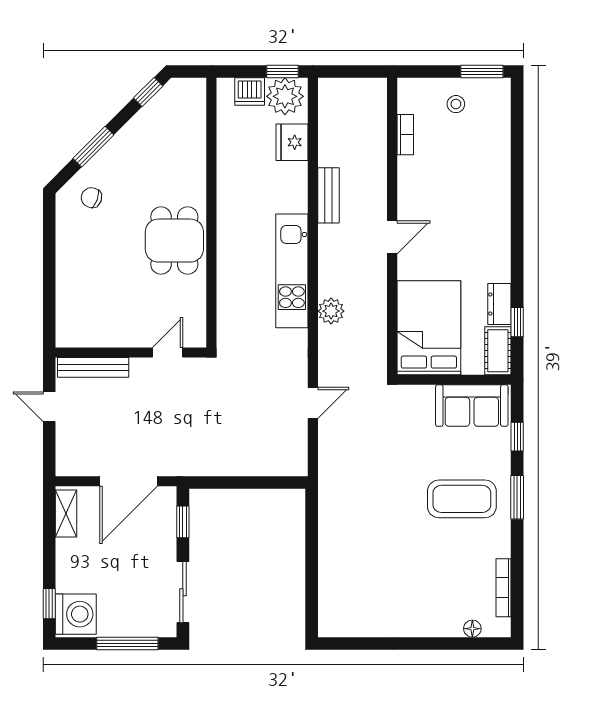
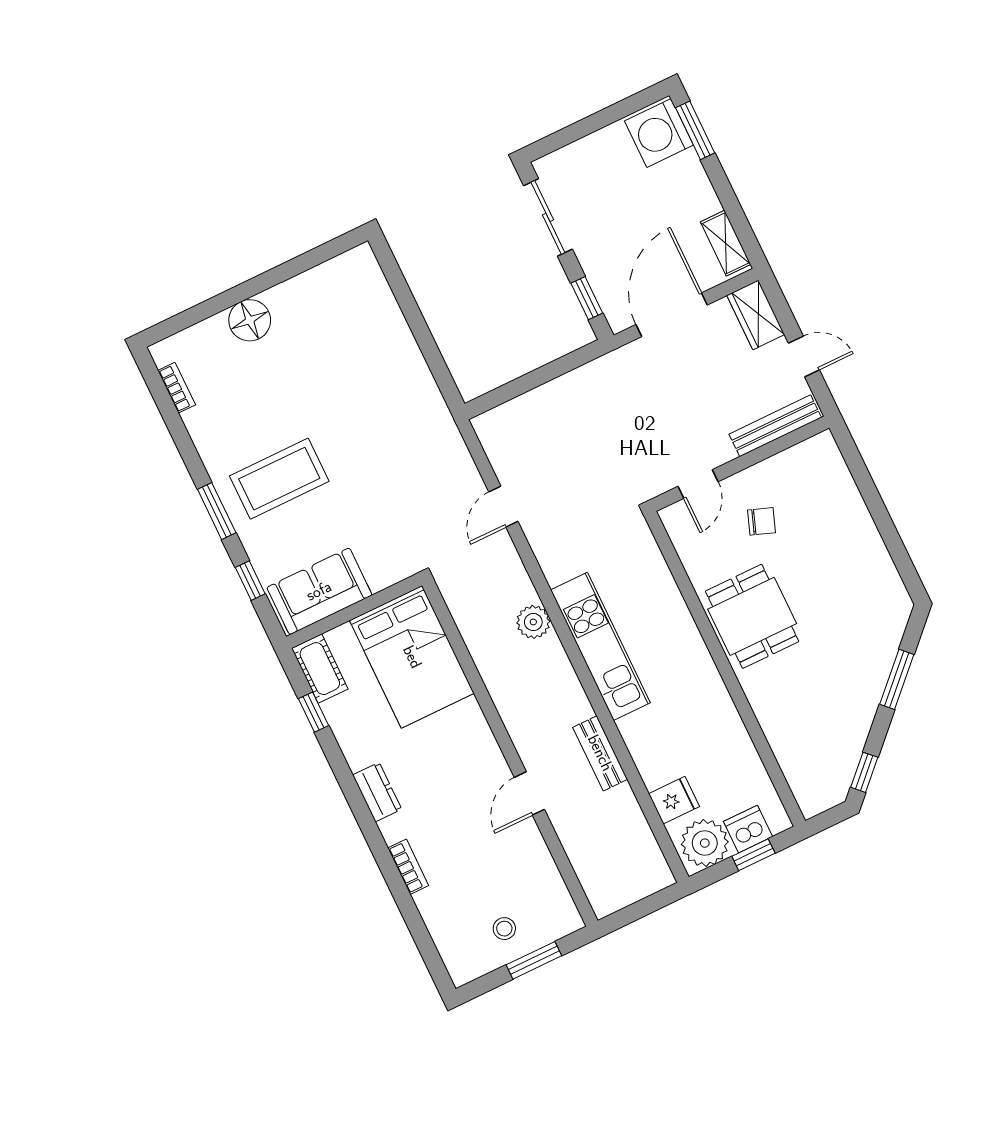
window: (282, 71) -> (753, 855), moved
window: (482, 71) -> (534, 960), moved
bookcase: (405, 135) -> (408, 867), moved, turned 180
fridge: (292, 142) -> (674, 800), width x0.72
chair: (91, 198) -> (762, 521), moved
door: (392, 237) -> (529, 793), moved
dresser: (499, 304) -> (377, 792), moved
wardrobe: (69, 452) -> (756, 315), added
bookcase: (504, 588) -> (177, 388), width x0.64
window: (49, 604) -> (695, 130), width x1.50
floor lamp: (472, 629) -> (250, 320), moved, width x1.89, depth x1.89
window: (127, 643) -> (583, 128), removed

